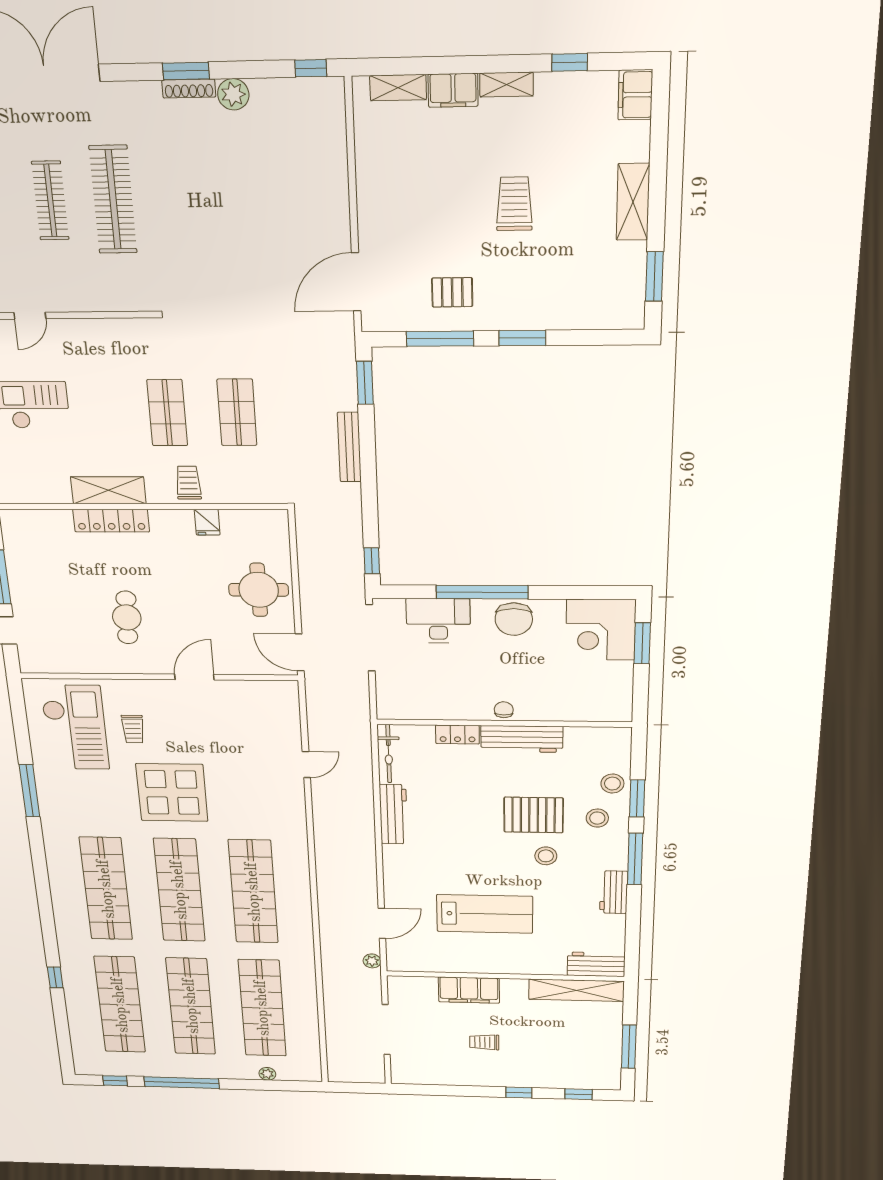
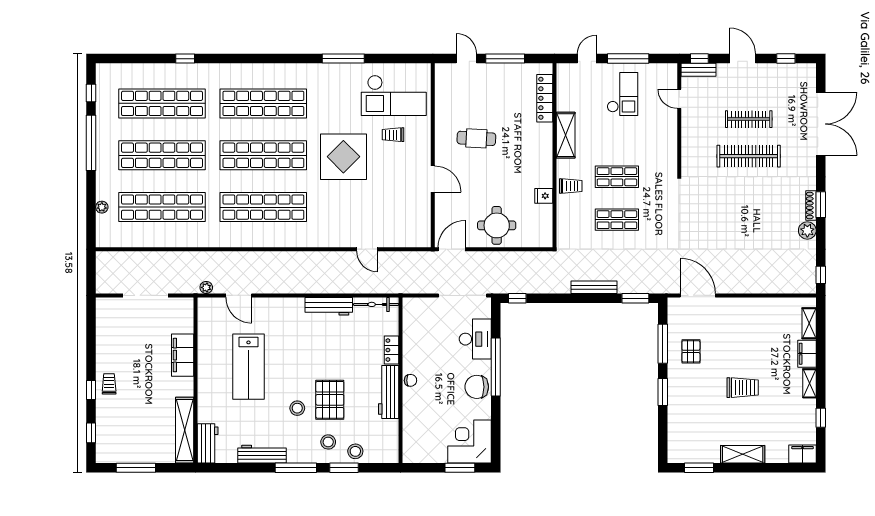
locker: (111, 521) -> (545, 98), moved
workbench: (614, 892) -> (262, 454), width x1.37
trolley: (484, 1042) -> (109, 384), moved

